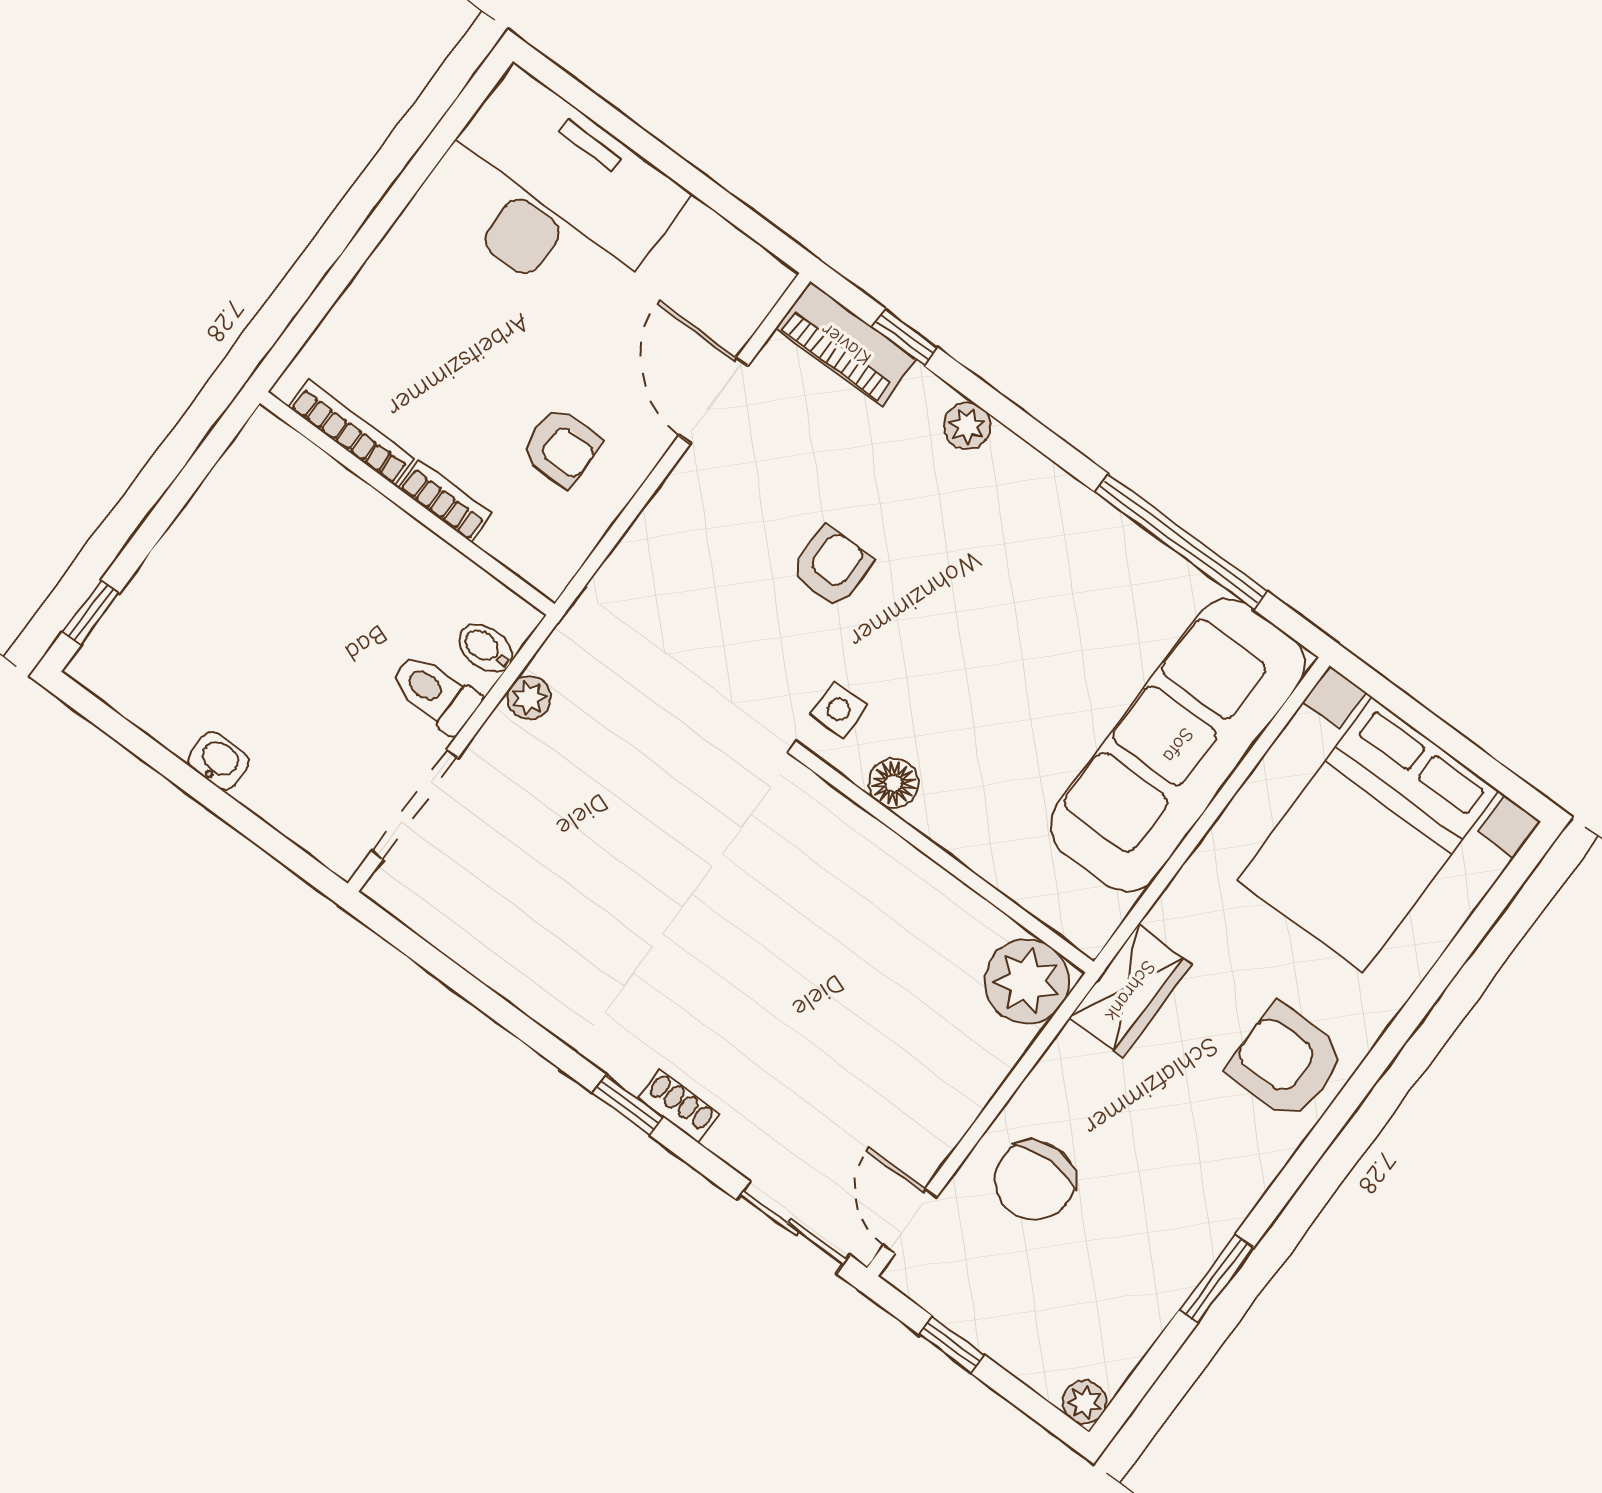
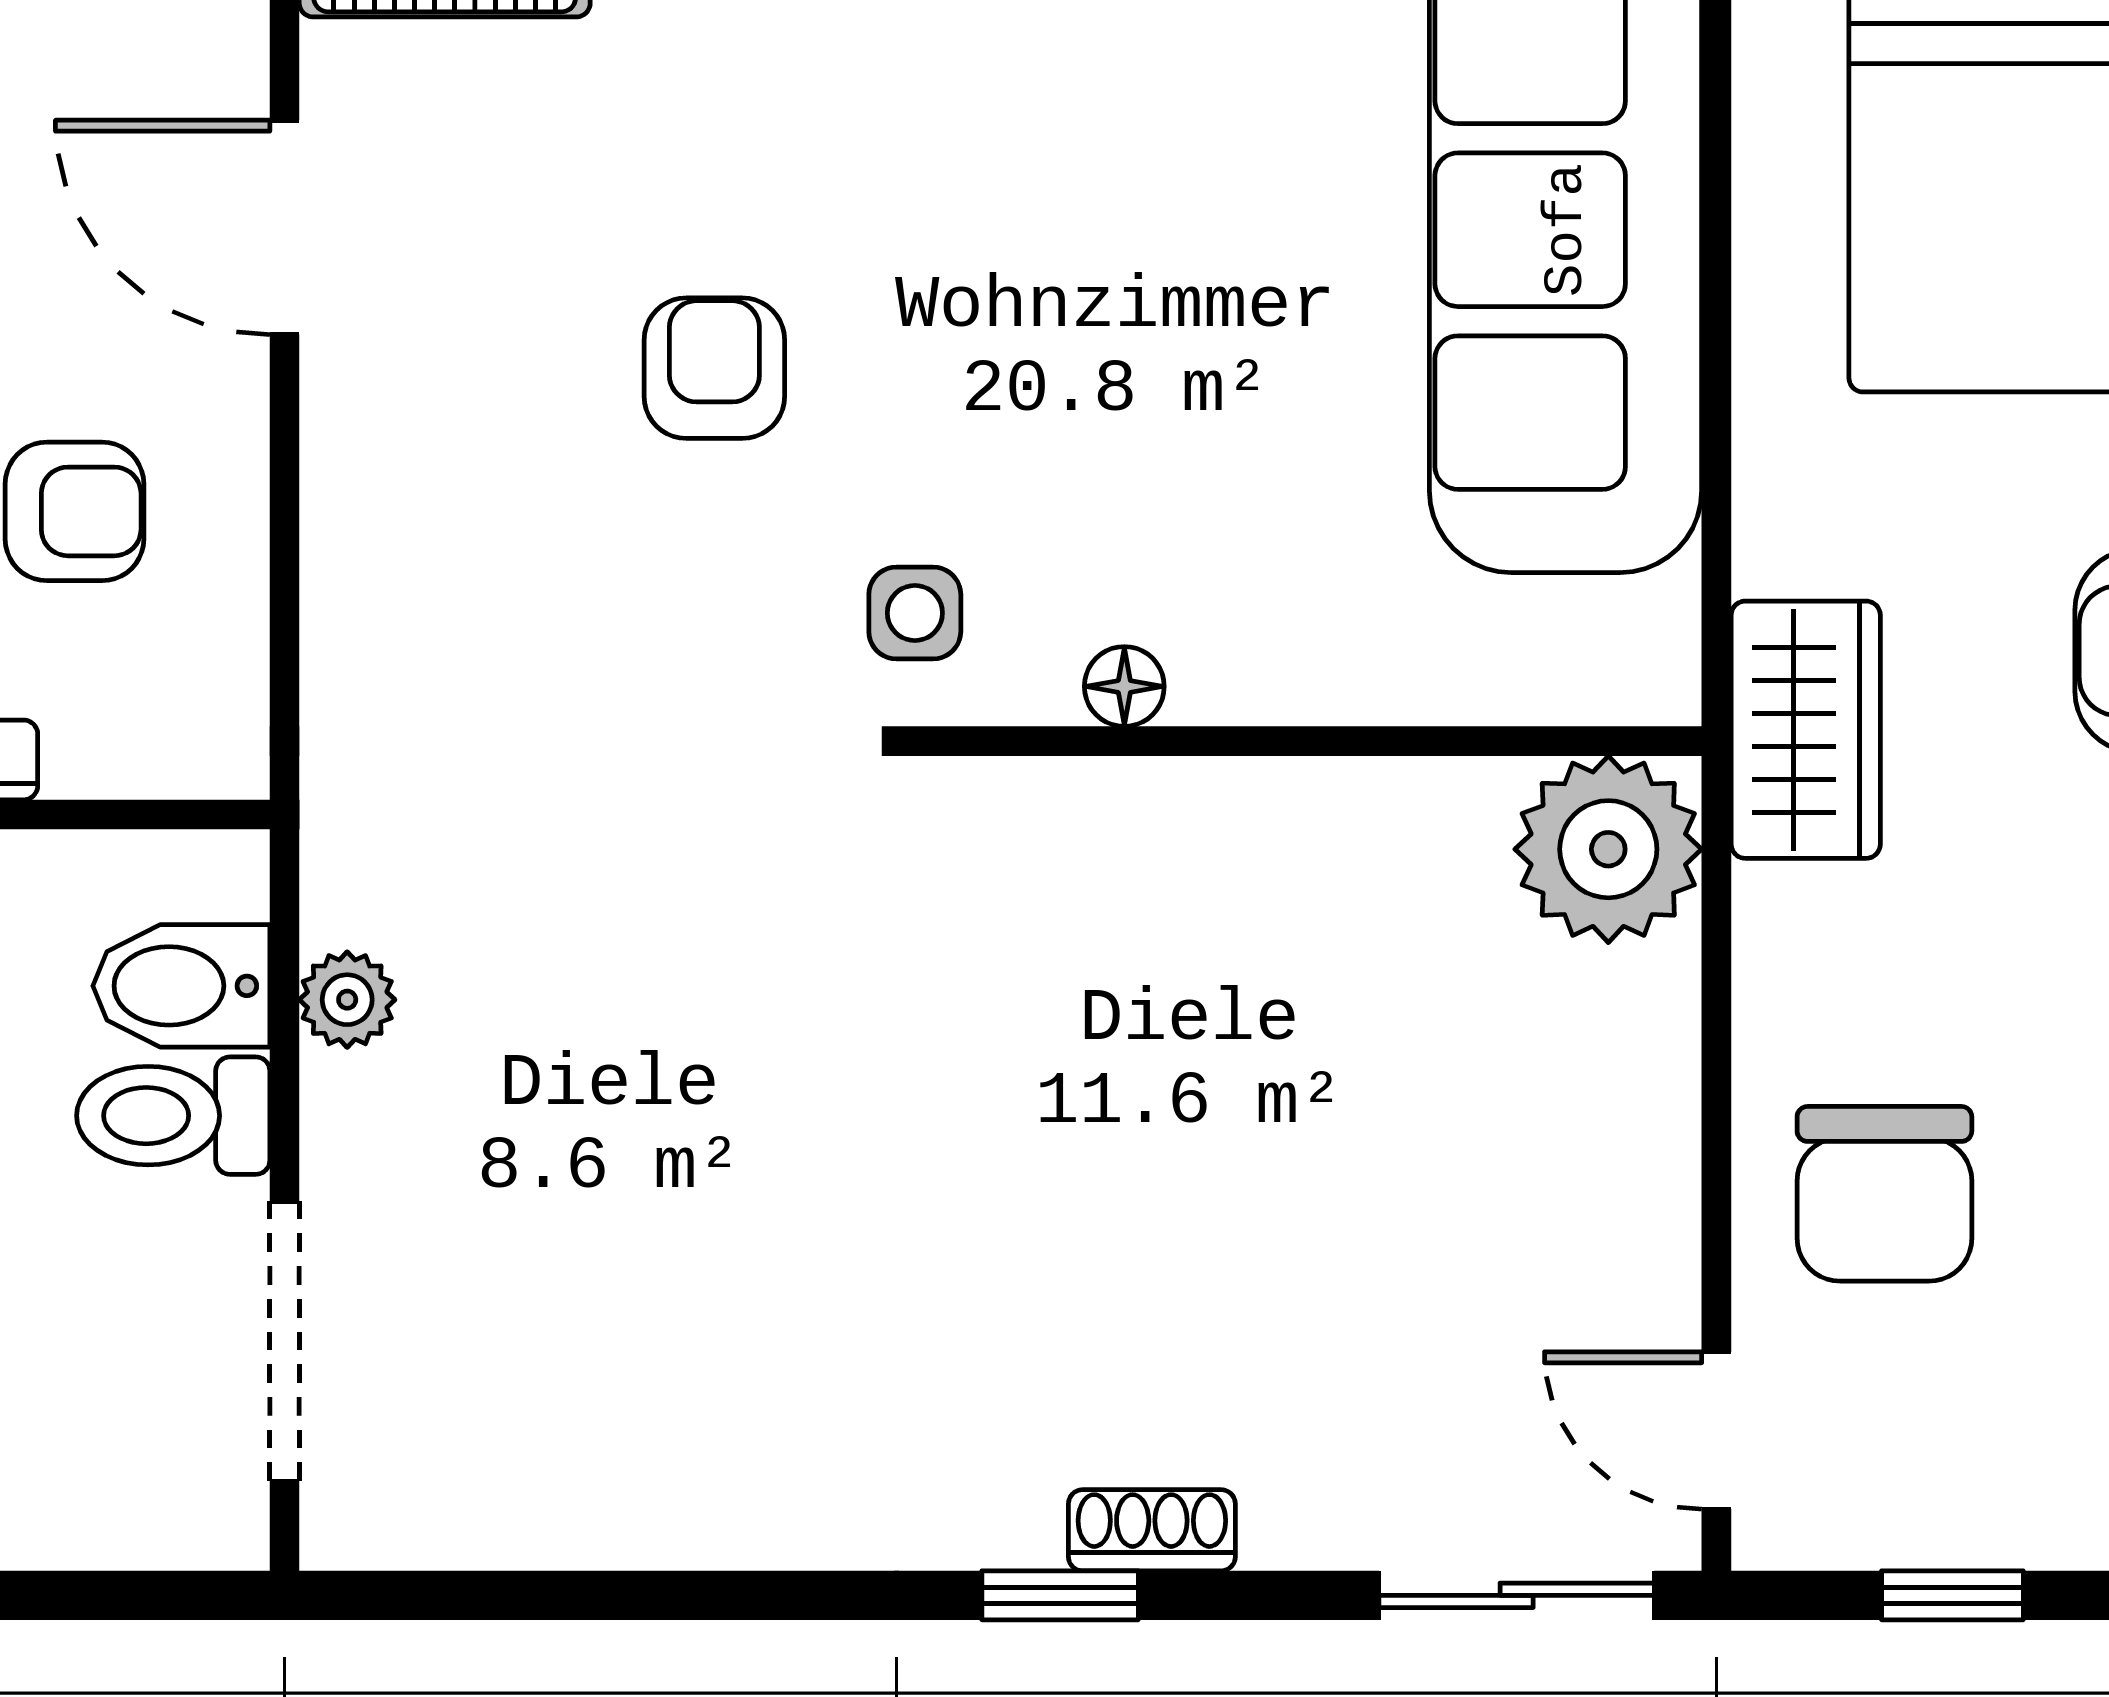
bidet: (486, 648) -> (181, 986), width x1.38, depth x1.36
floor lamp: (894, 783) -> (1124, 686), width x0.73, depth x0.73

